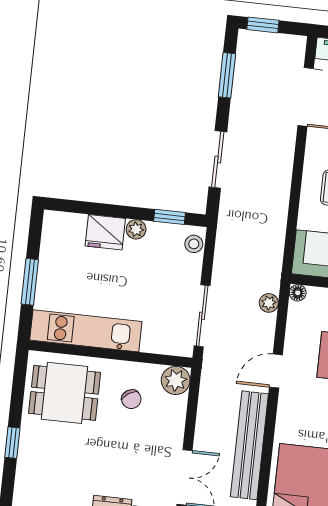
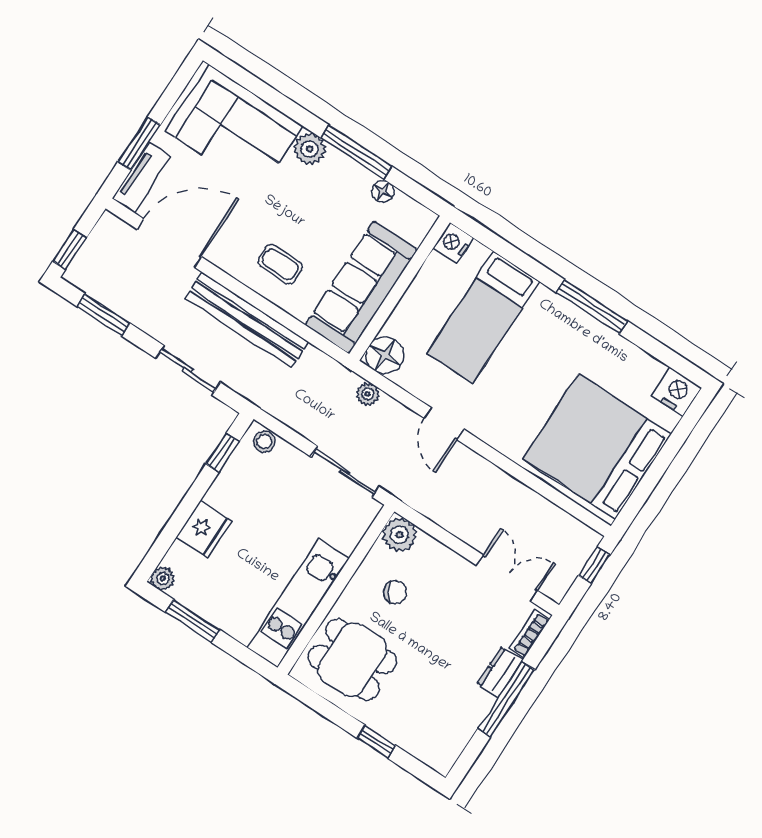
plant: (136, 229) -> (163, 579), moved
window: (30, 282) -> (193, 621), moved
floor lamp: (298, 293) -> (385, 355), width x1.89, depth x1.89
dining table: (65, 393) -> (352, 659), turned 90
bench: (249, 445) -> (247, 320), moved

